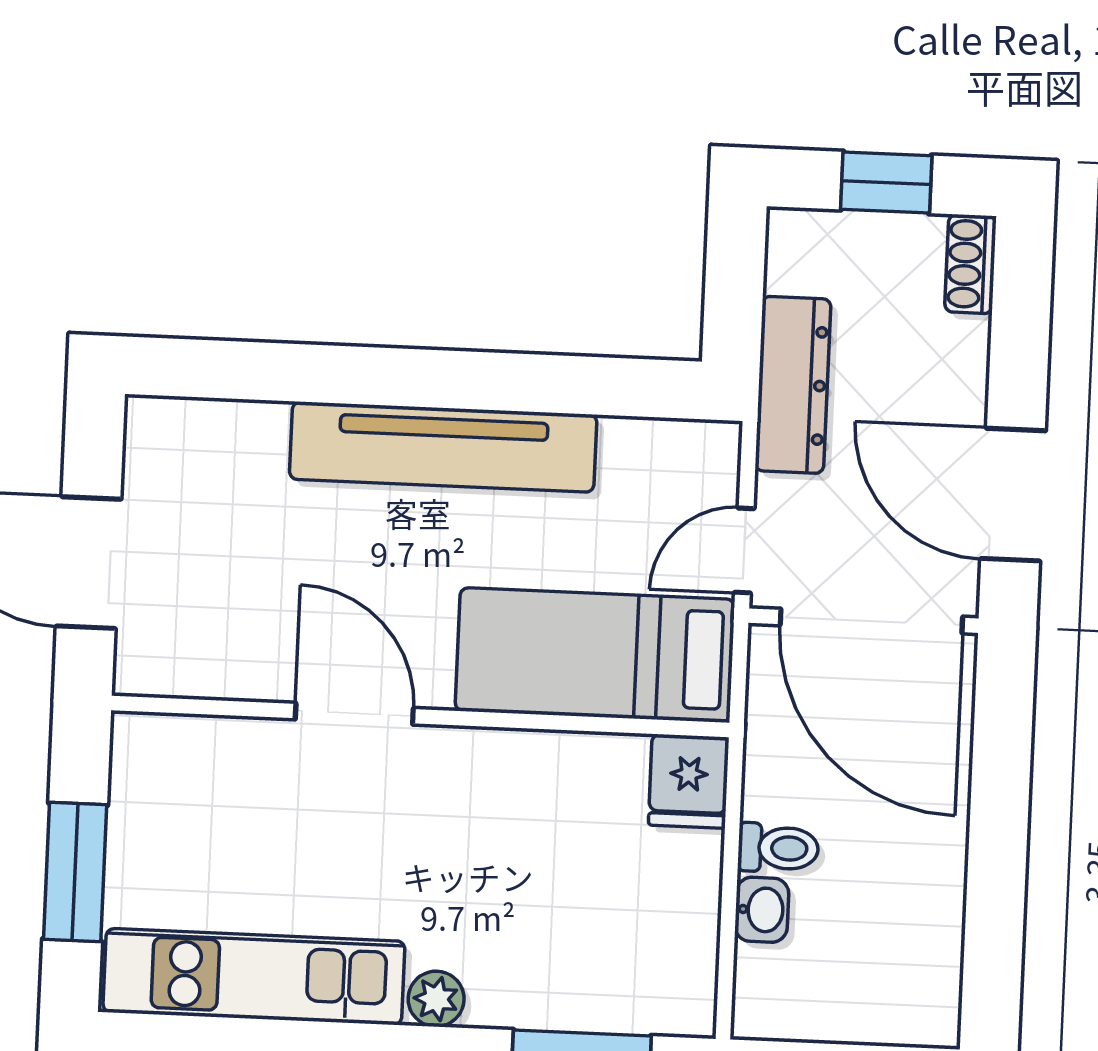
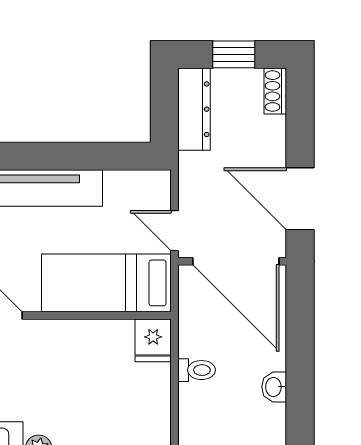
dresser: (793, 385) -> (194, 109), moved
door: (744, 550) -> (175, 231), hinge flipped
washbasin: (762, 910) -> (274, 387), moved, turned 180

